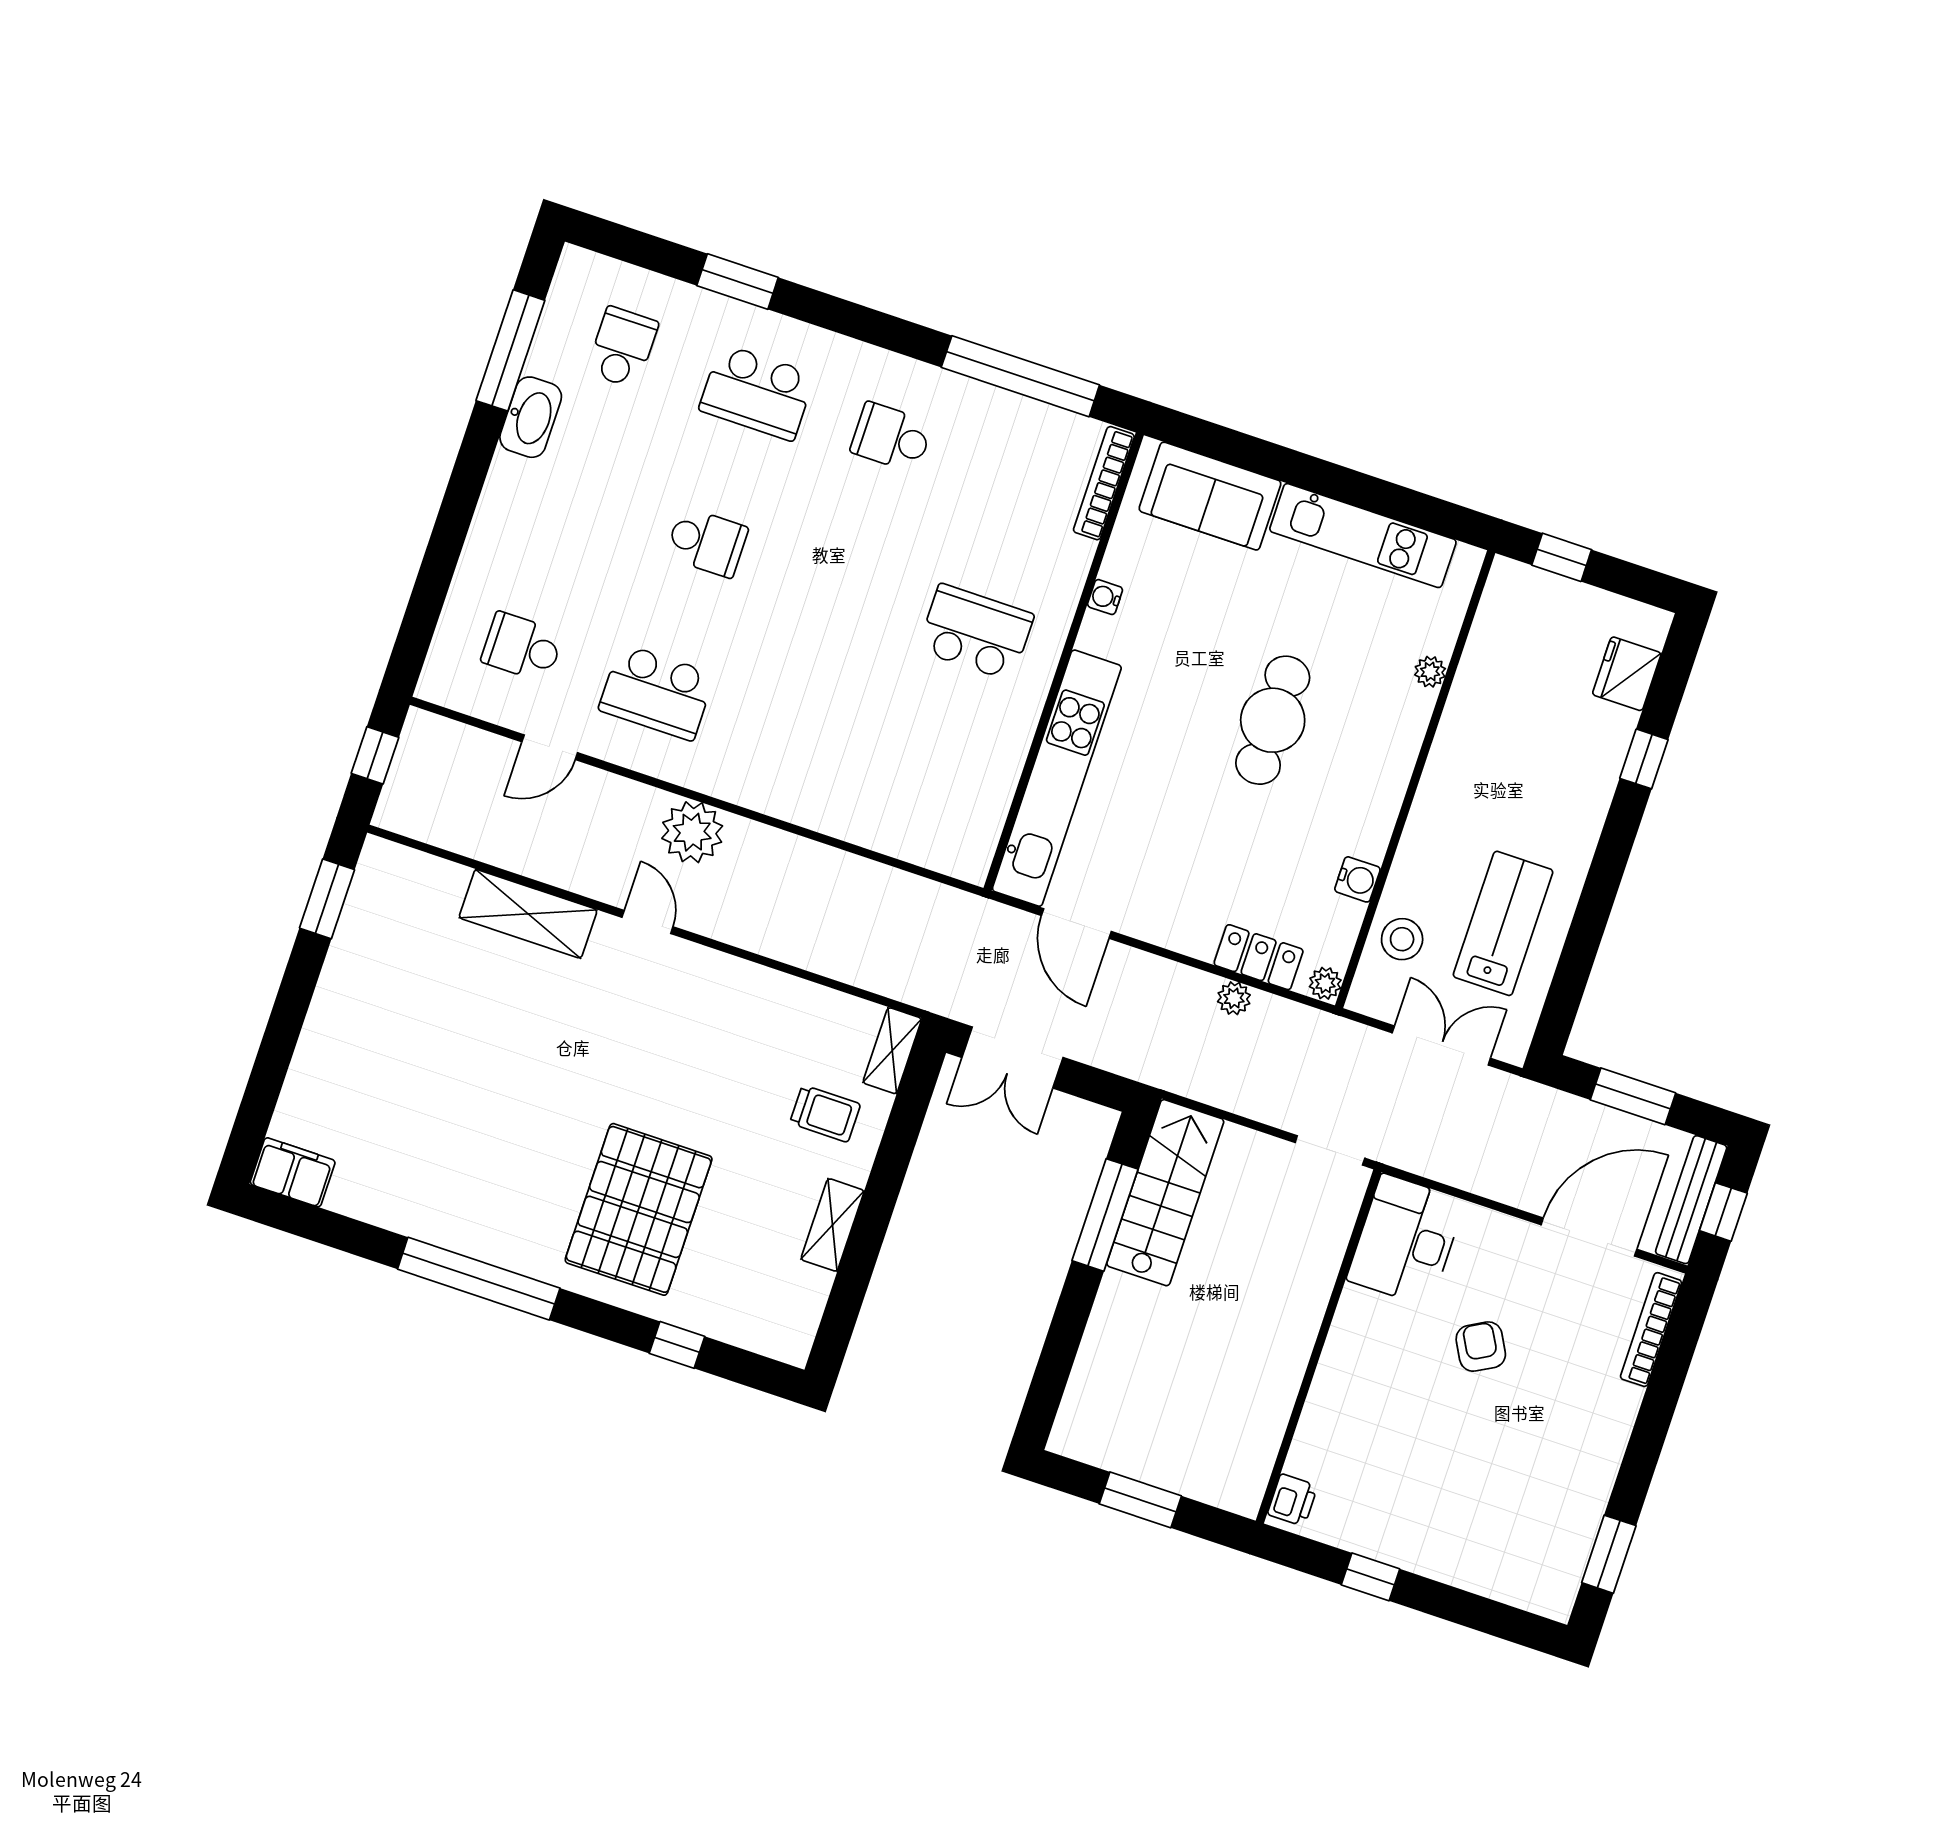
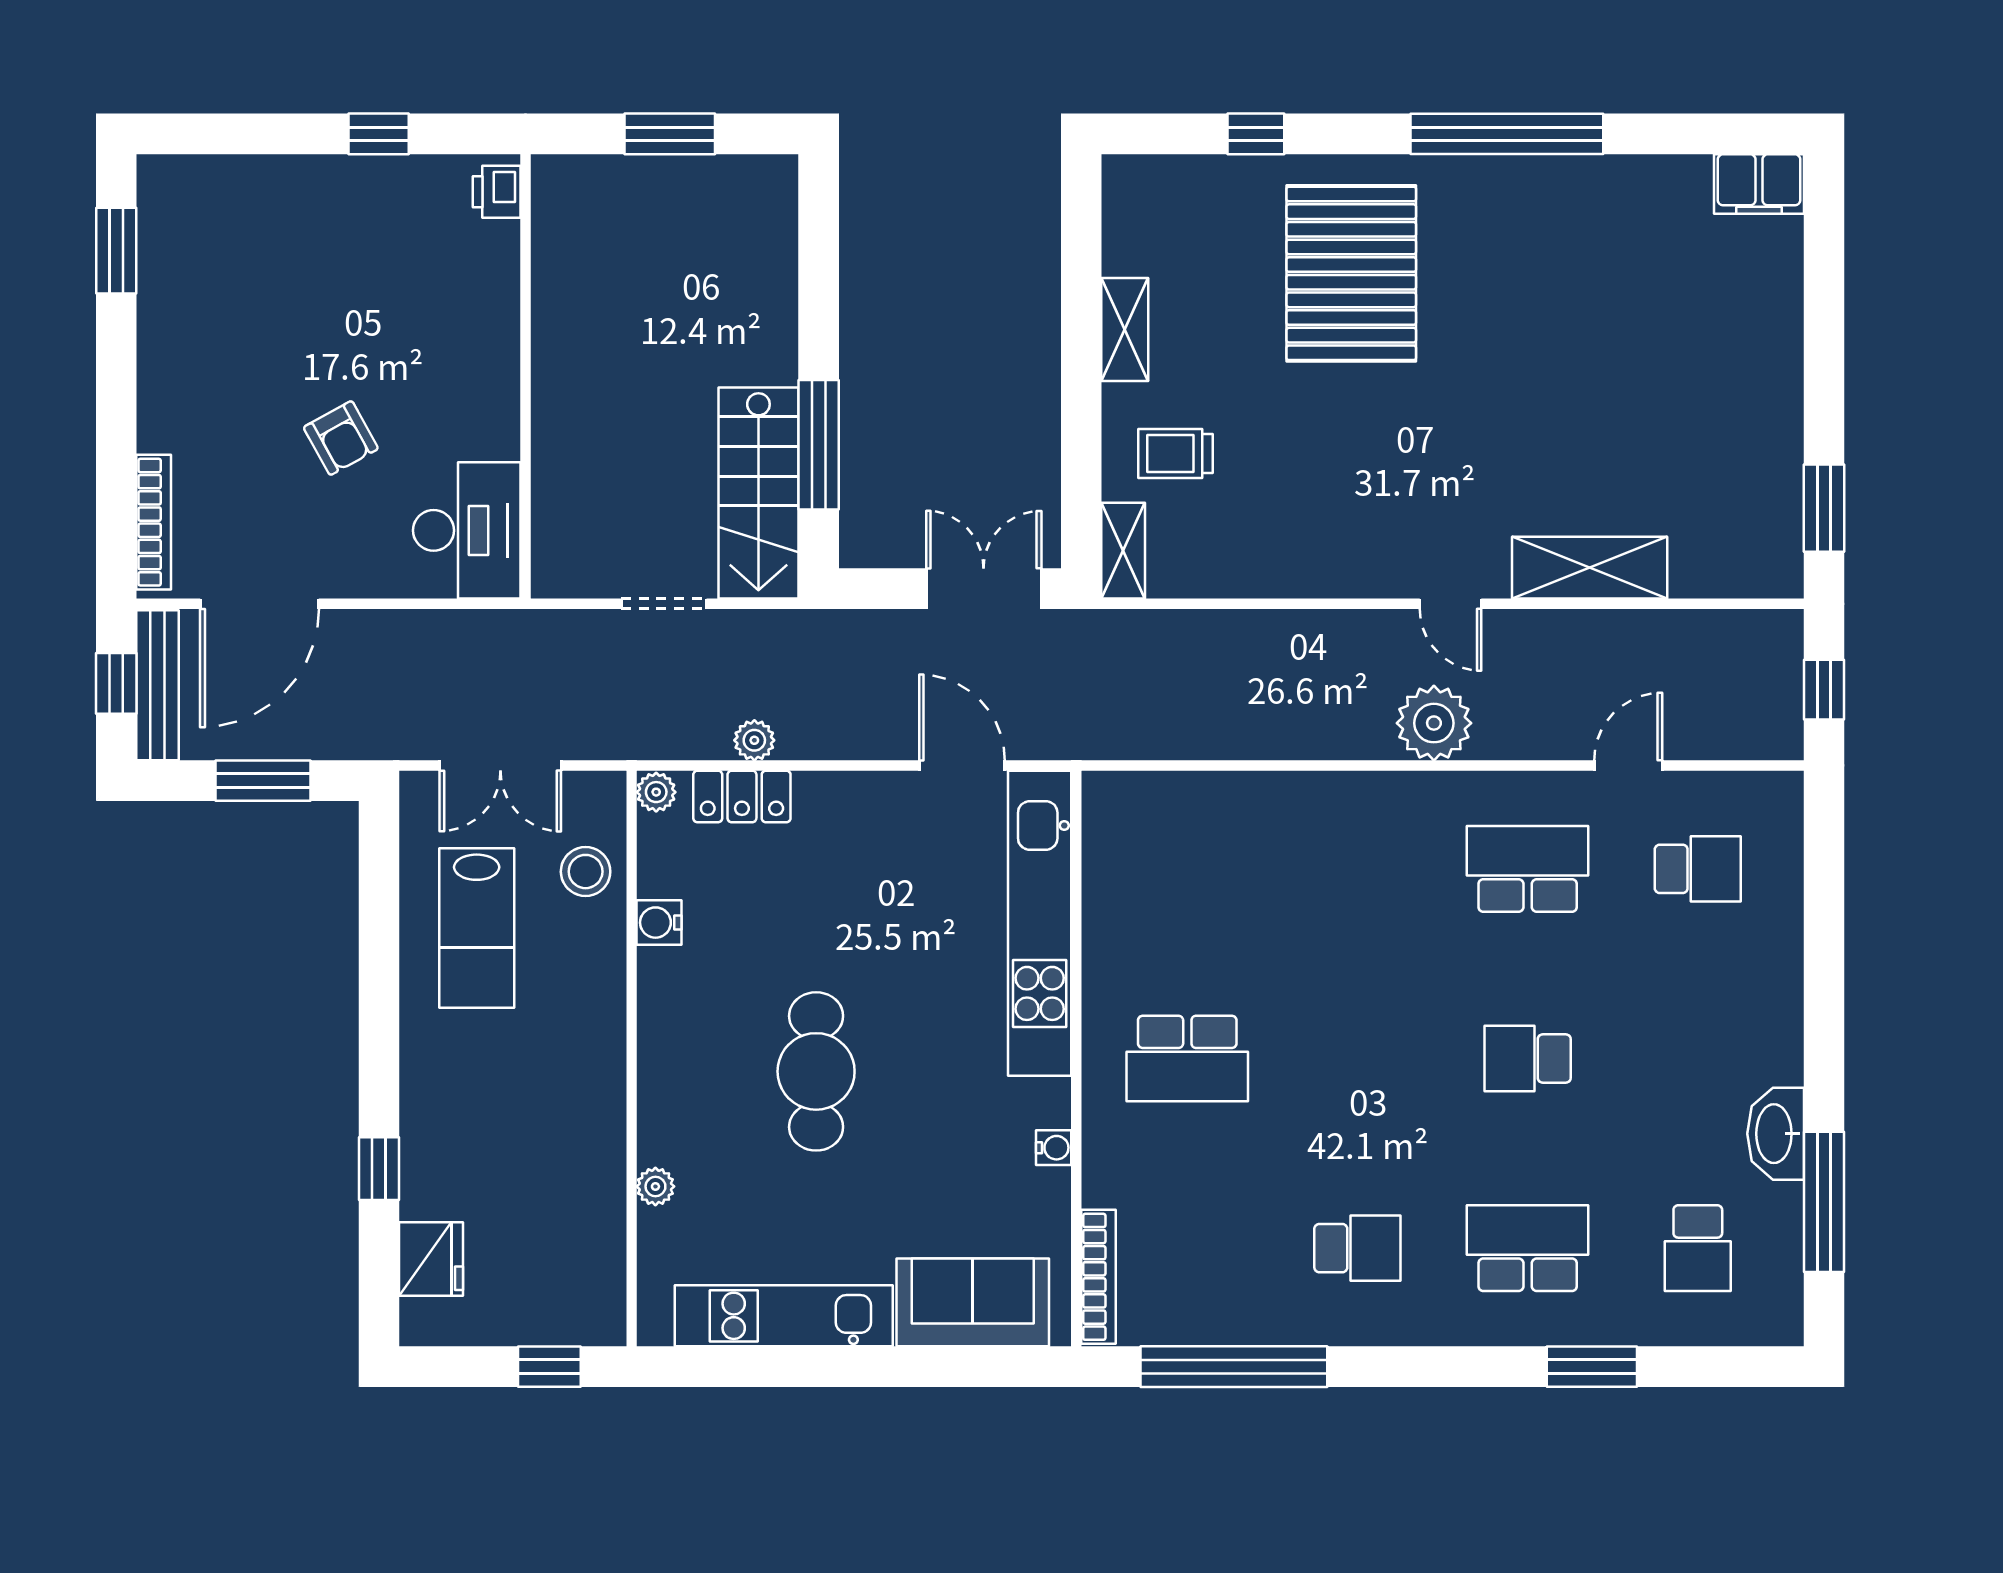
doorway: (1330, 1150) -> (664, 604), moved

